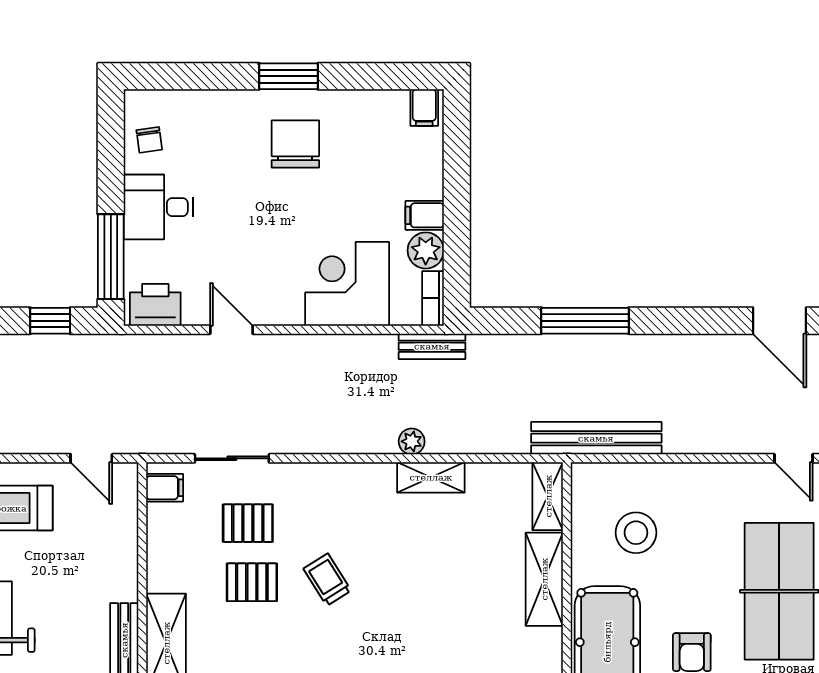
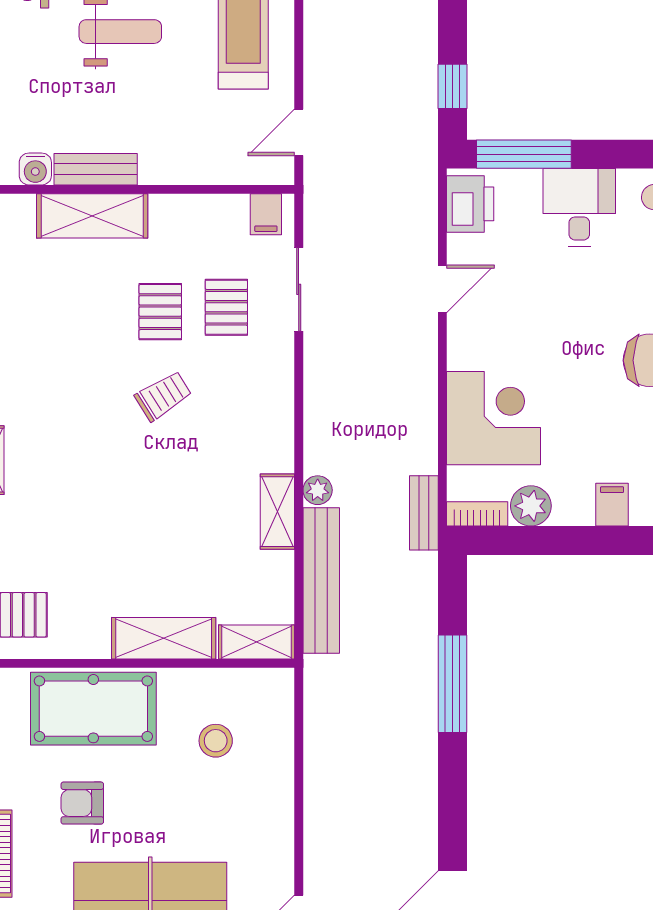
filing cabinet: (425, 215) -> (612, 505), moved
bench: (596, 438) -> (321, 580), moved
stool: (636, 533) -> (216, 741), width x0.73, depth x0.73

